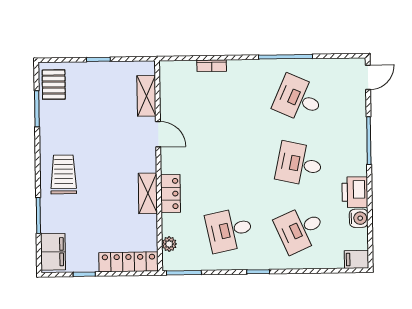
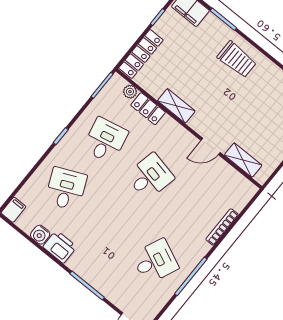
bookcase: (212, 66) -> (222, 227), width x1.56
desk: (299, 164) -> (150, 177), moved
locker: (170, 194) -> (148, 109), moved

